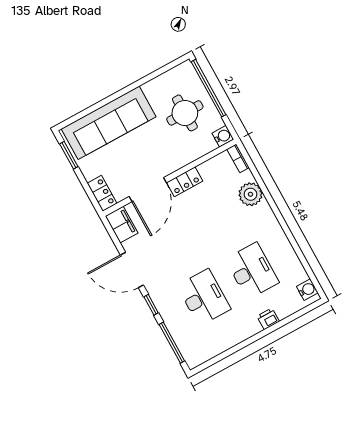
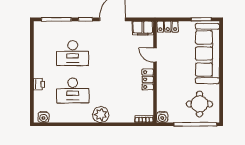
round table: (185, 113) -> (199, 104), moved
door: (148, 190) -> (155, 55), width x0.53
plant: (251, 194) -> (101, 115), moved

